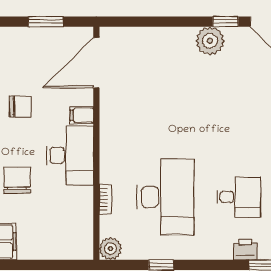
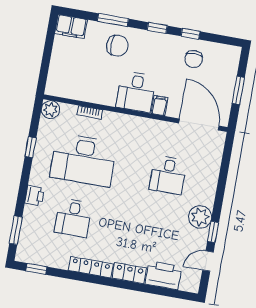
desk: (165, 89) -> (168, 175), added
chair: (20, 107) -> (194, 59), moved
desk: (70, 155) -> (136, 92), width x0.73
printer: (245, 249) -> (35, 196), moved

